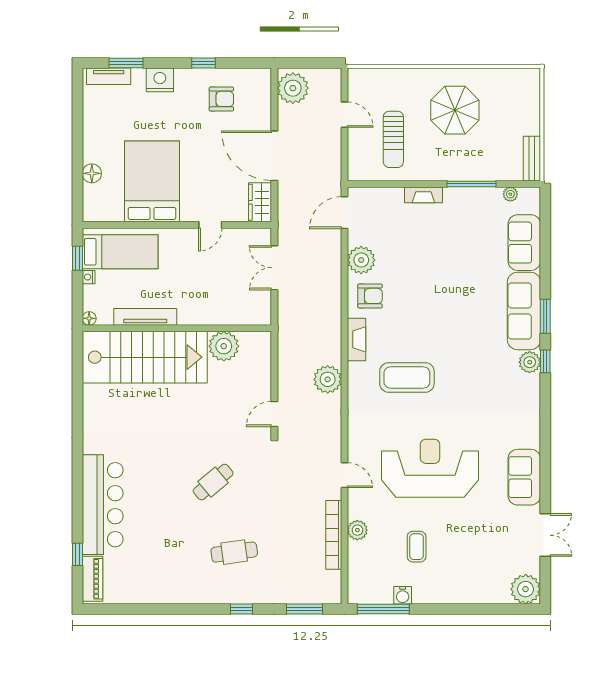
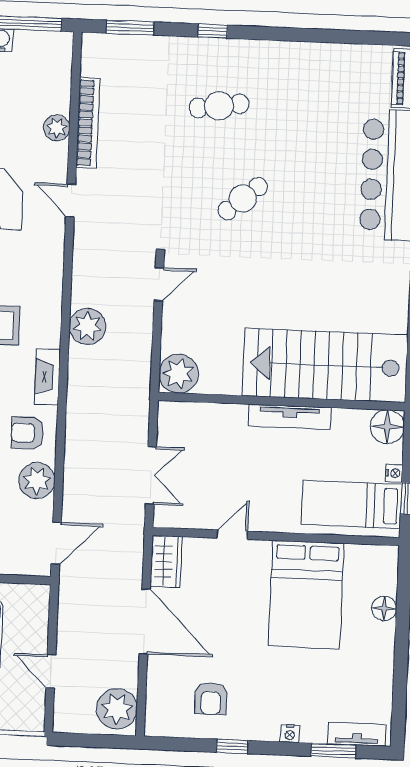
nightstand: (160, 80) -> (290, 734), width x0.53, depth x0.56
armchair: (221, 99) -> (211, 699), turned -90
tv unit: (145, 317) -> (290, 417), moved
floor lamp: (89, 318) -> (387, 427), width x1.89, depth x1.89
plant: (224, 346) -> (179, 374), moved

